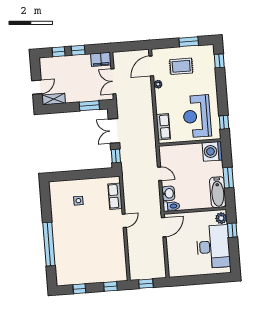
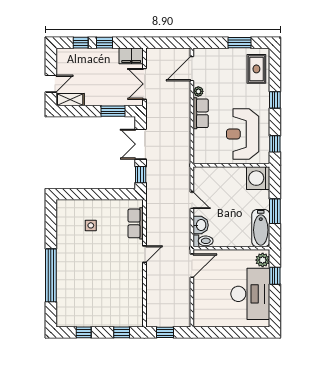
window: (219, 61) -> (275, 100), moved
rug: (181, 66) -> (256, 69), moved, turned 90
row of seats: (163, 127) -> (201, 113), moved

